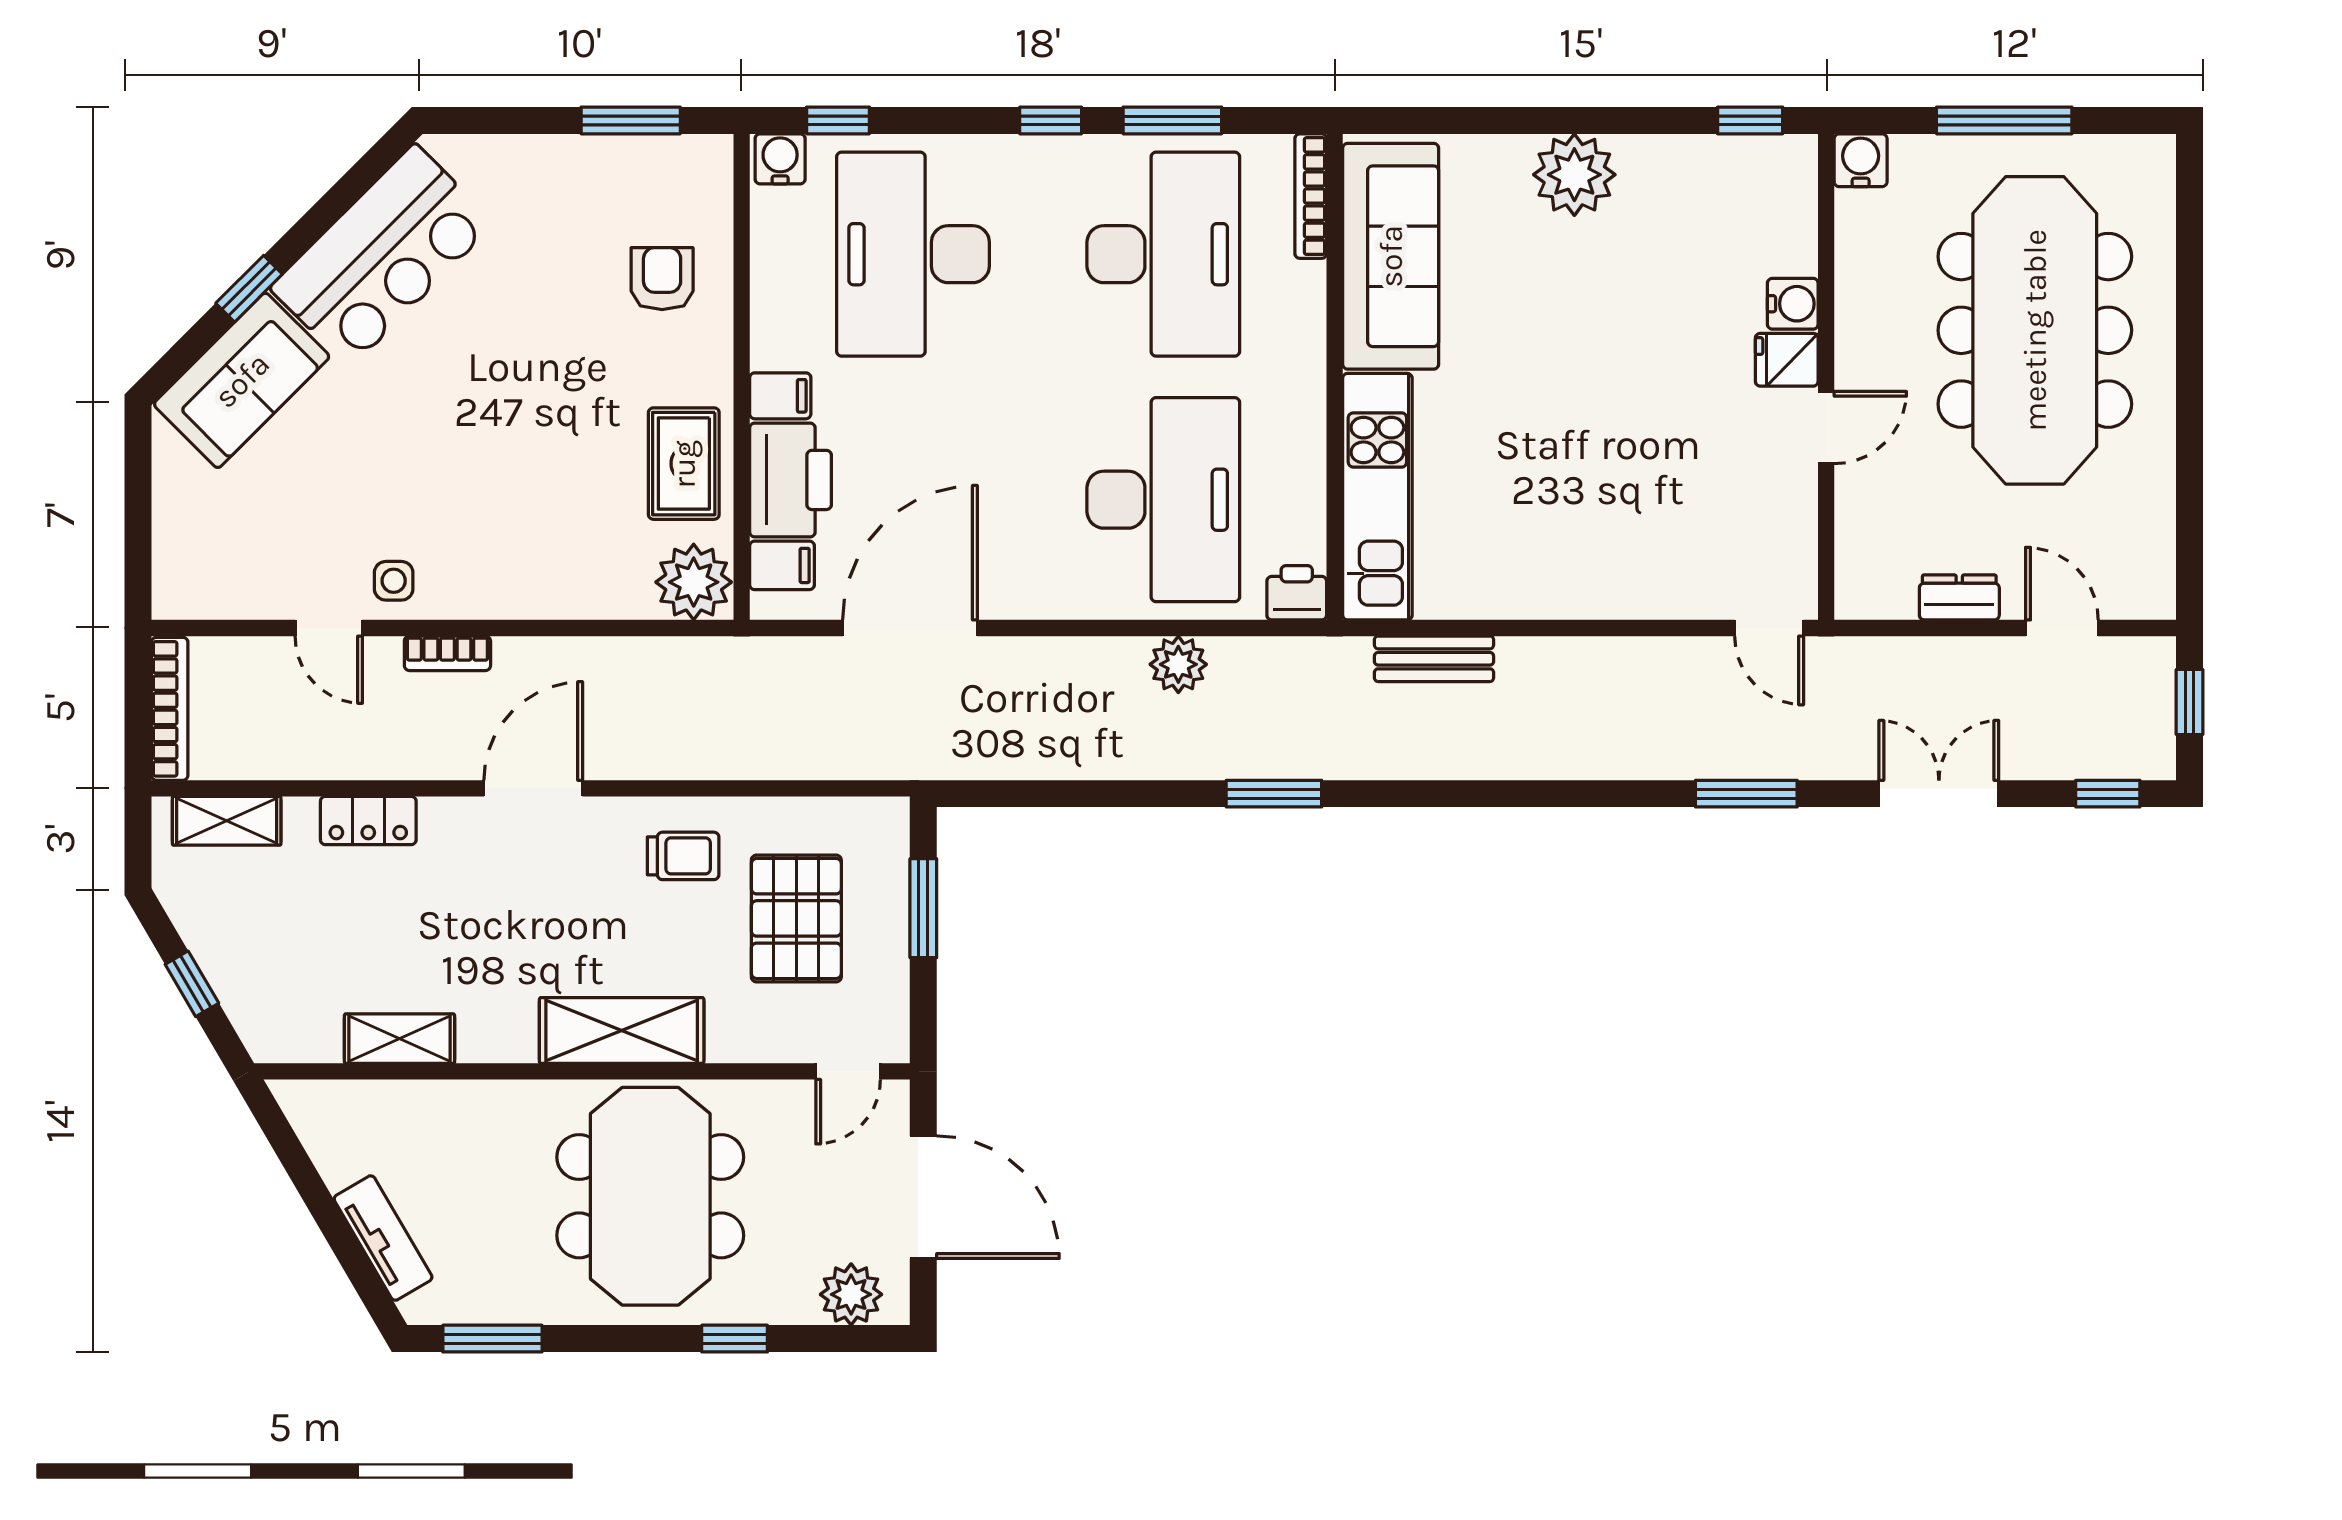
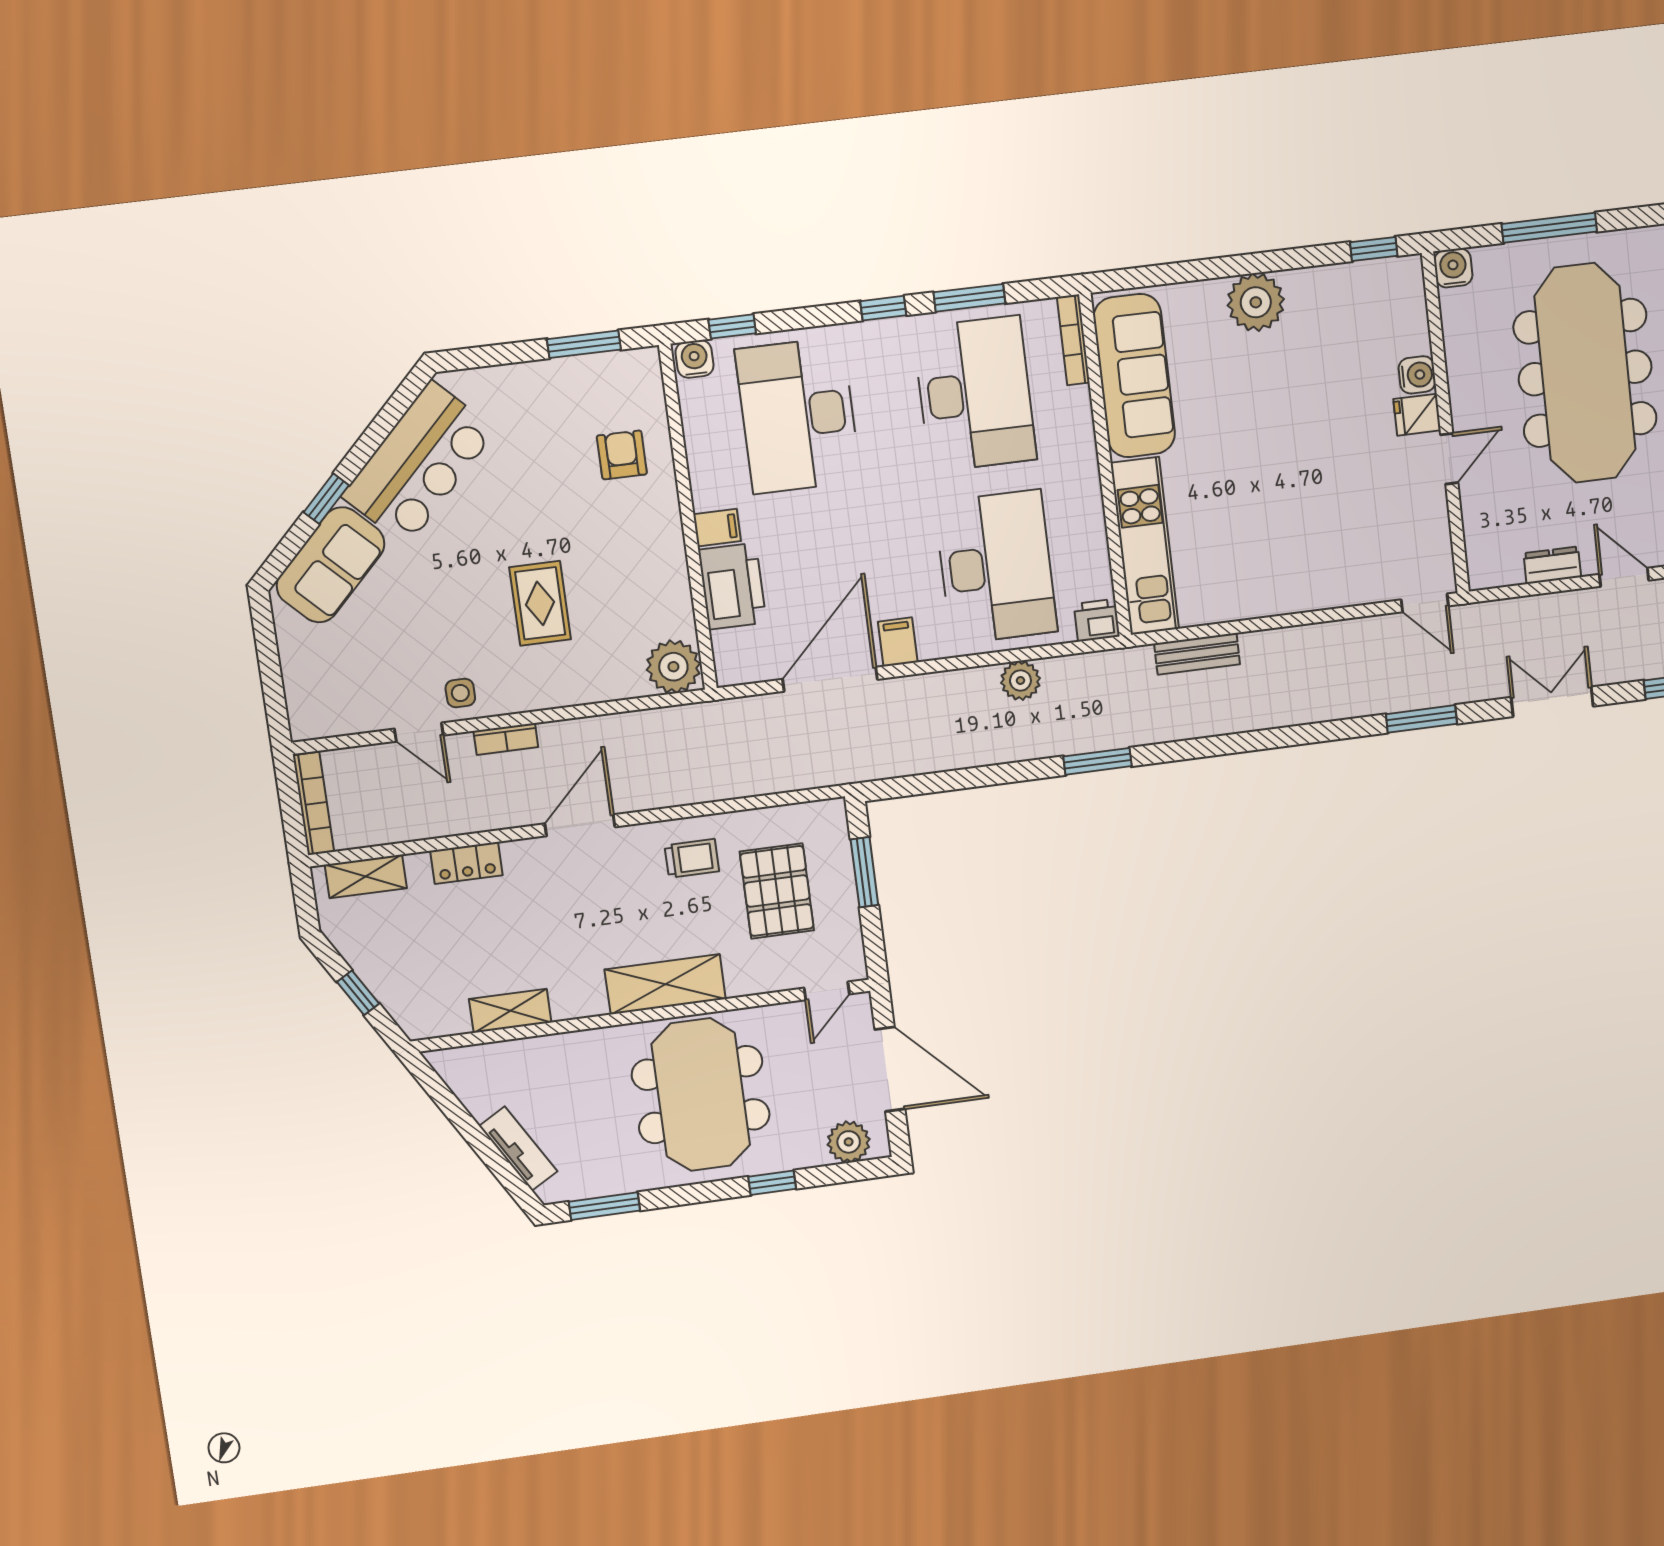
rug: (684, 464) -> (540, 603), moved
filing cabinet: (782, 565) -> (898, 642), moved, turned -90

